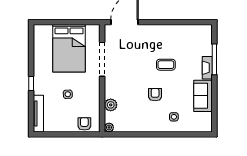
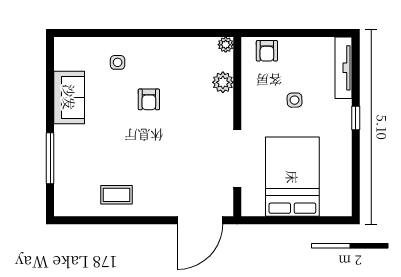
coffee table: (166, 65) -> (117, 195), moved
fireplace: (207, 68) -> (62, 144), removed

